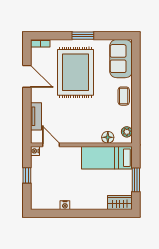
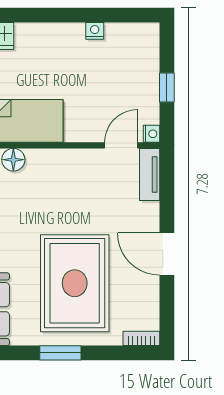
door: (27, 76) -> (167, 254), moved
tv unit: (36, 116) -> (150, 174), moved
door: (51, 145) -> (121, 145), swing flipped

